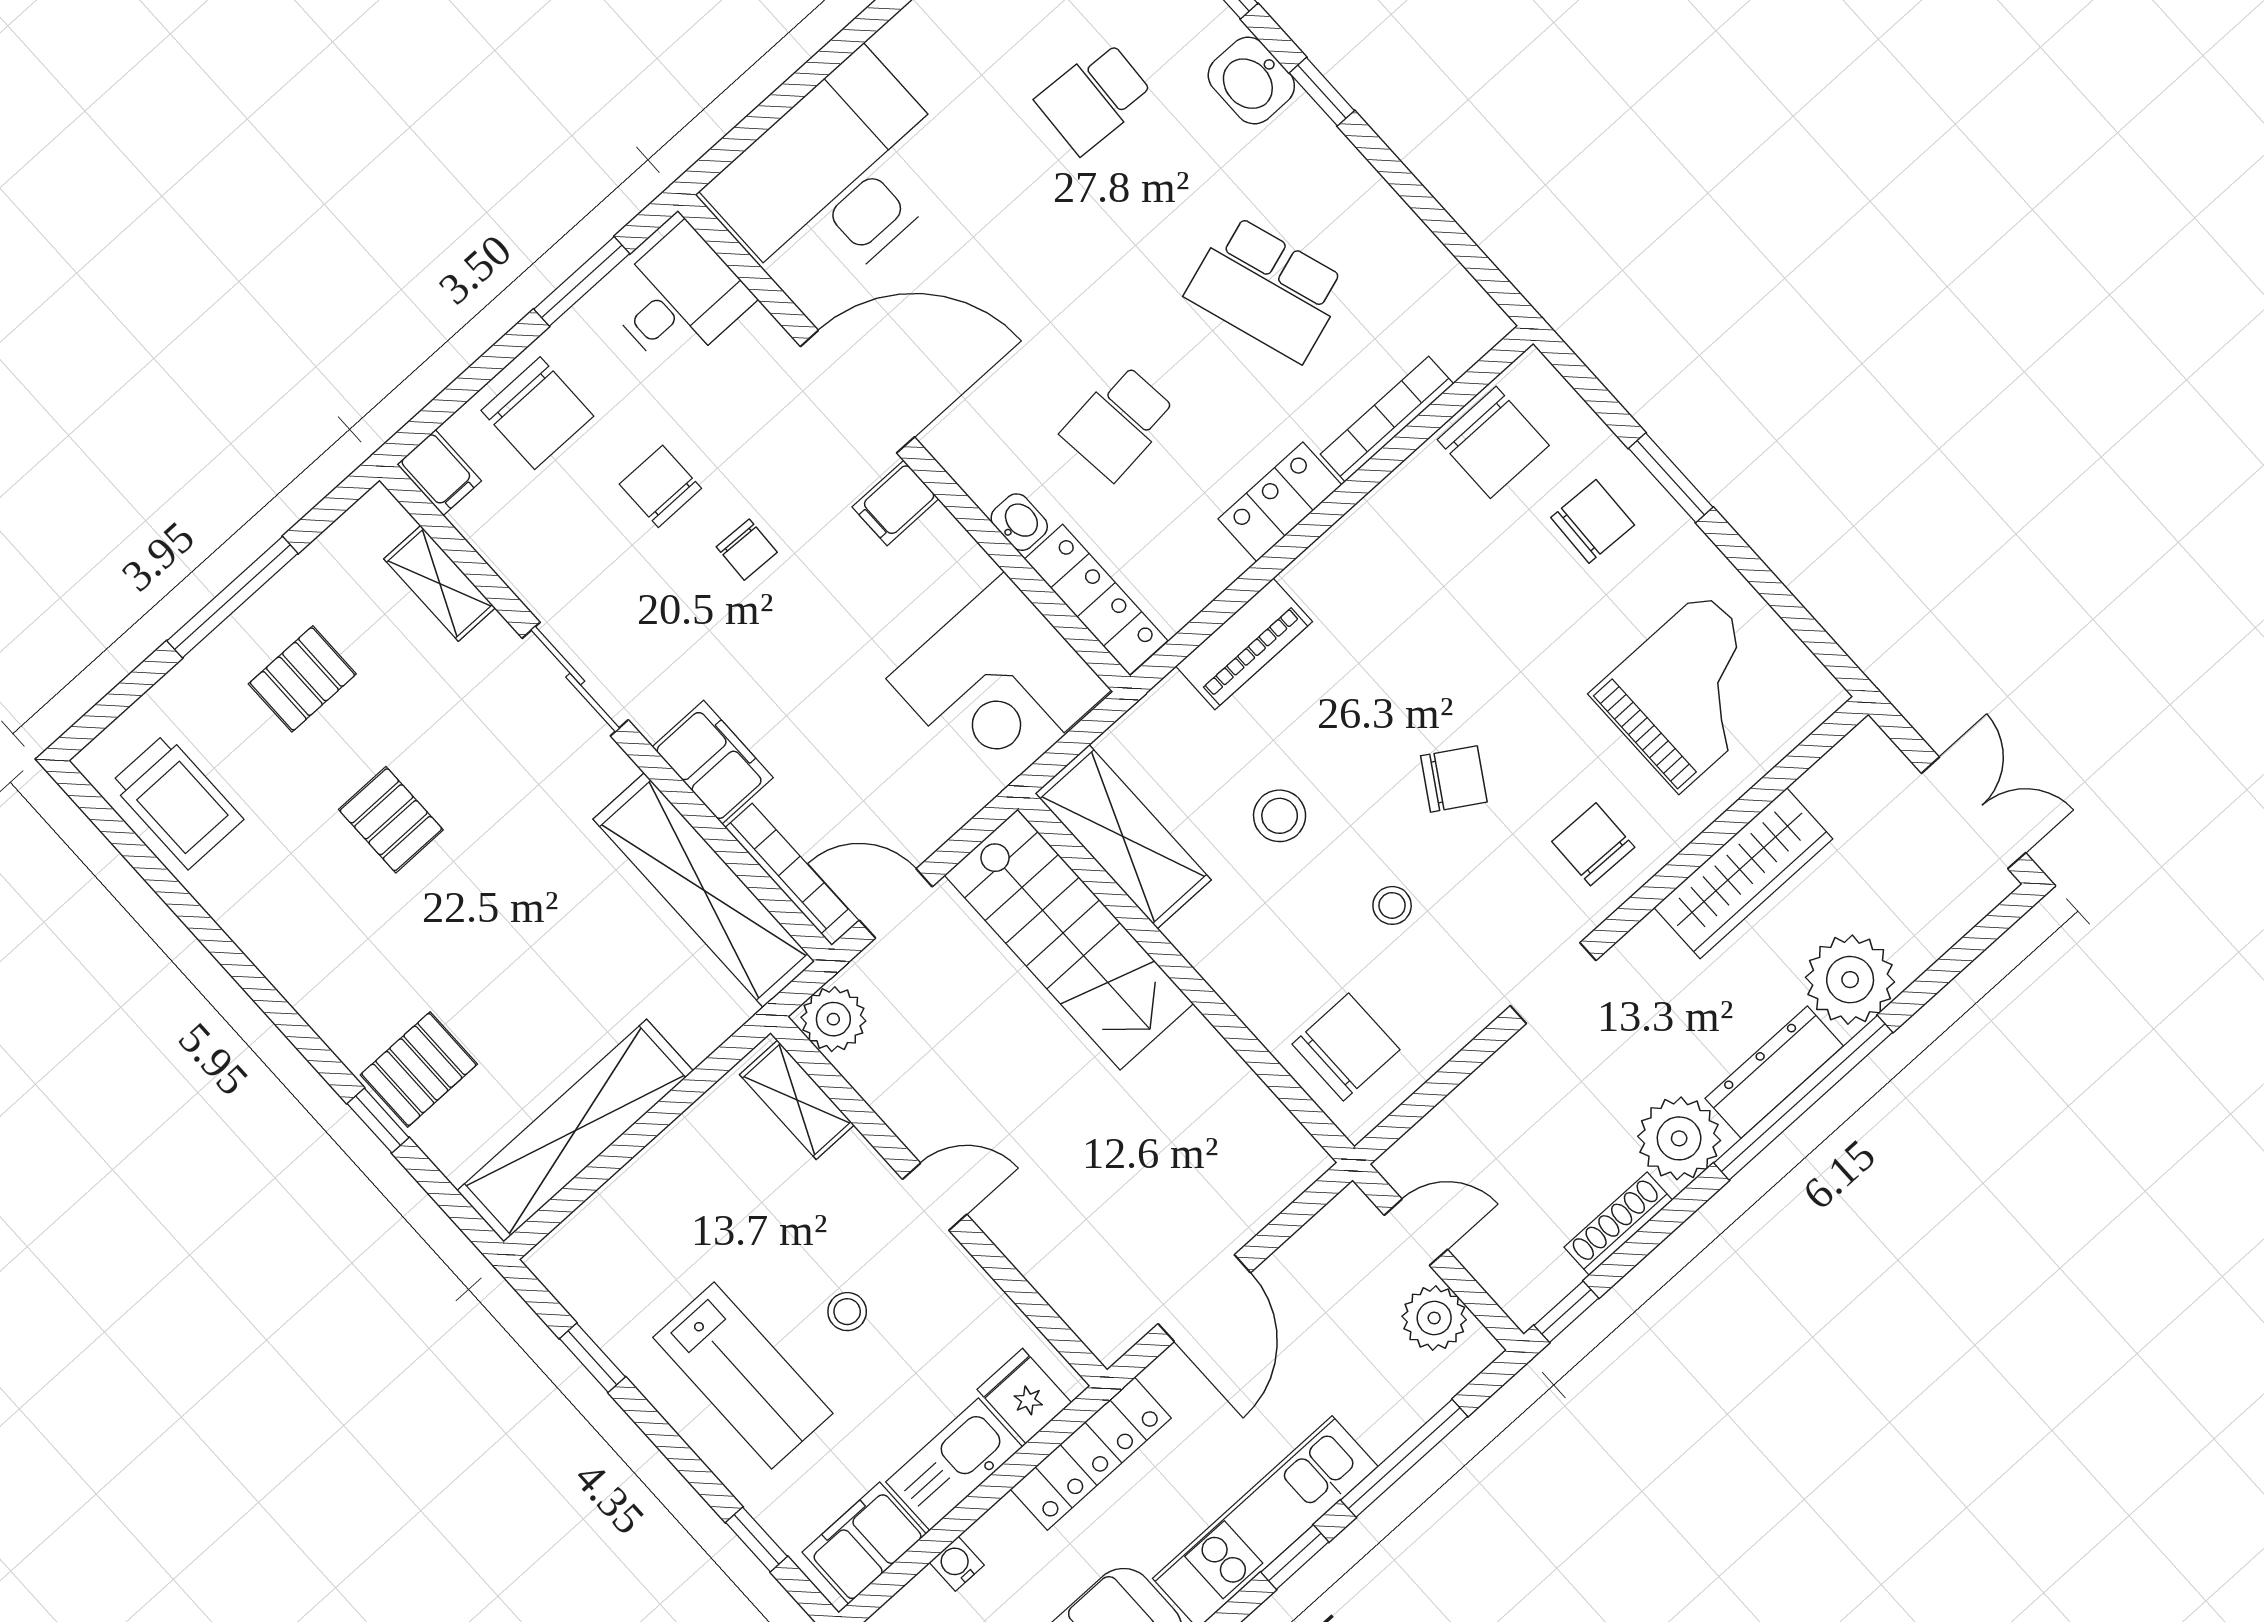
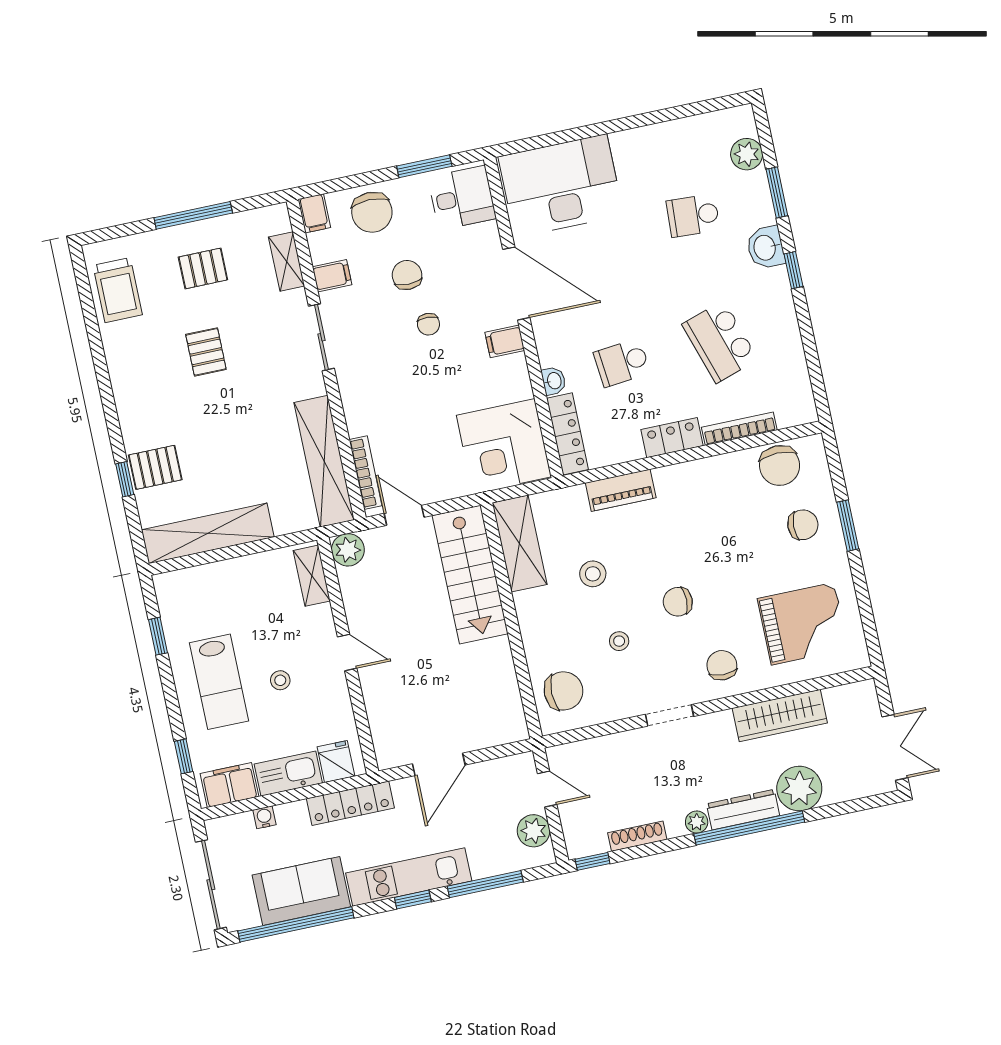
filing cabinet: (713, 762) -> (332, 276), moved, width x0.50
chair: (1454, 779) -> (678, 602), turned 148
plant: (1679, 1138) -> (697, 822), width x0.53, depth x0.53

